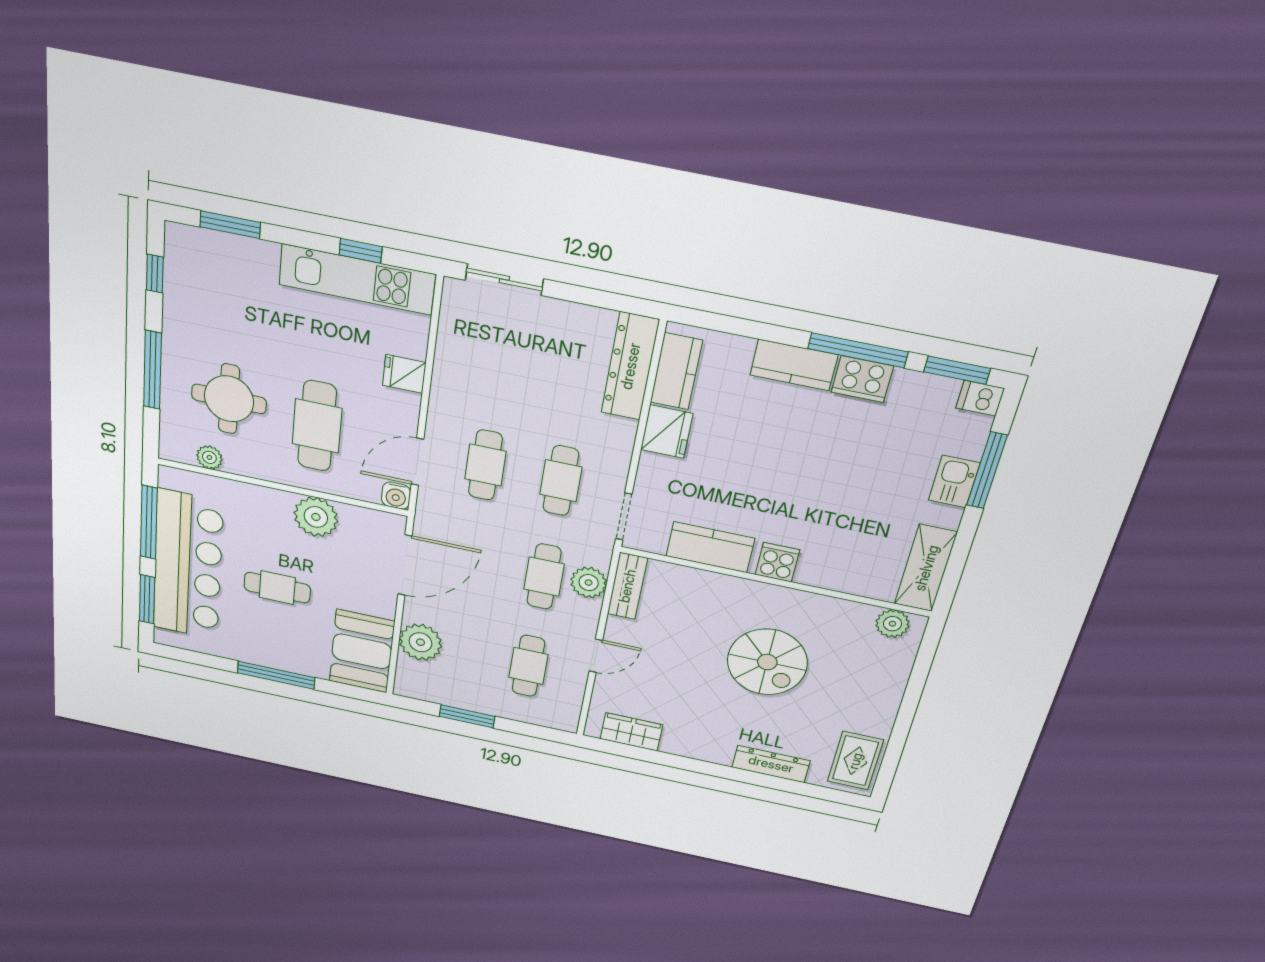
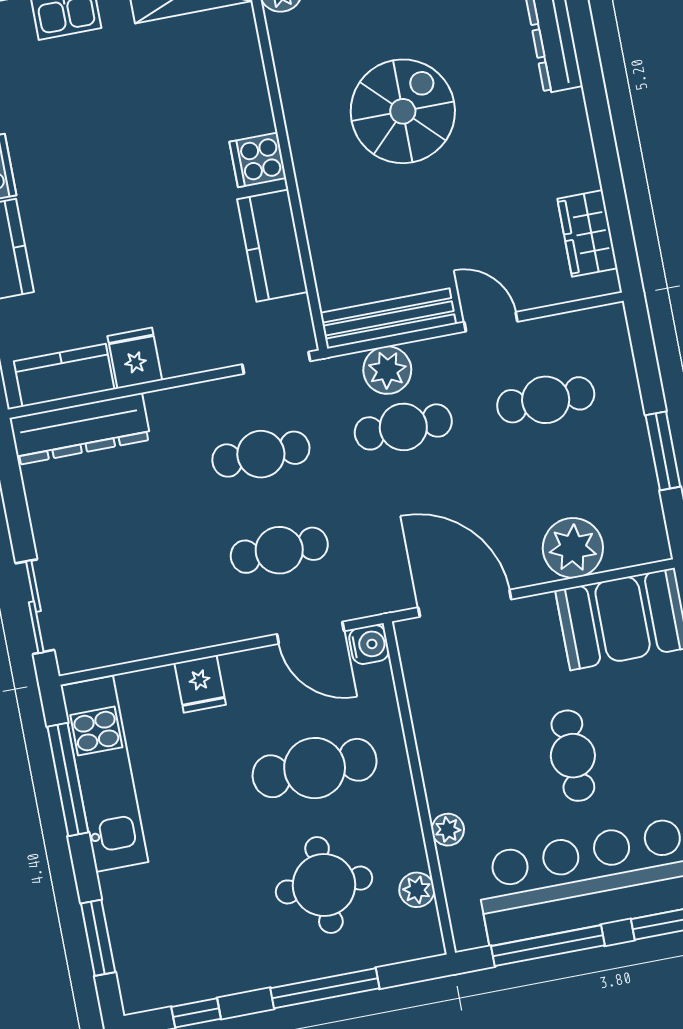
window: (361, 251) -> (68, 780), width x2.17
fridge: (667, 432) -> (135, 358), width x0.72
plant: (316, 517) -> (448, 830), moved, width x0.53, depth x0.53
bench: (627, 586) -> (388, 318), width x1.36

